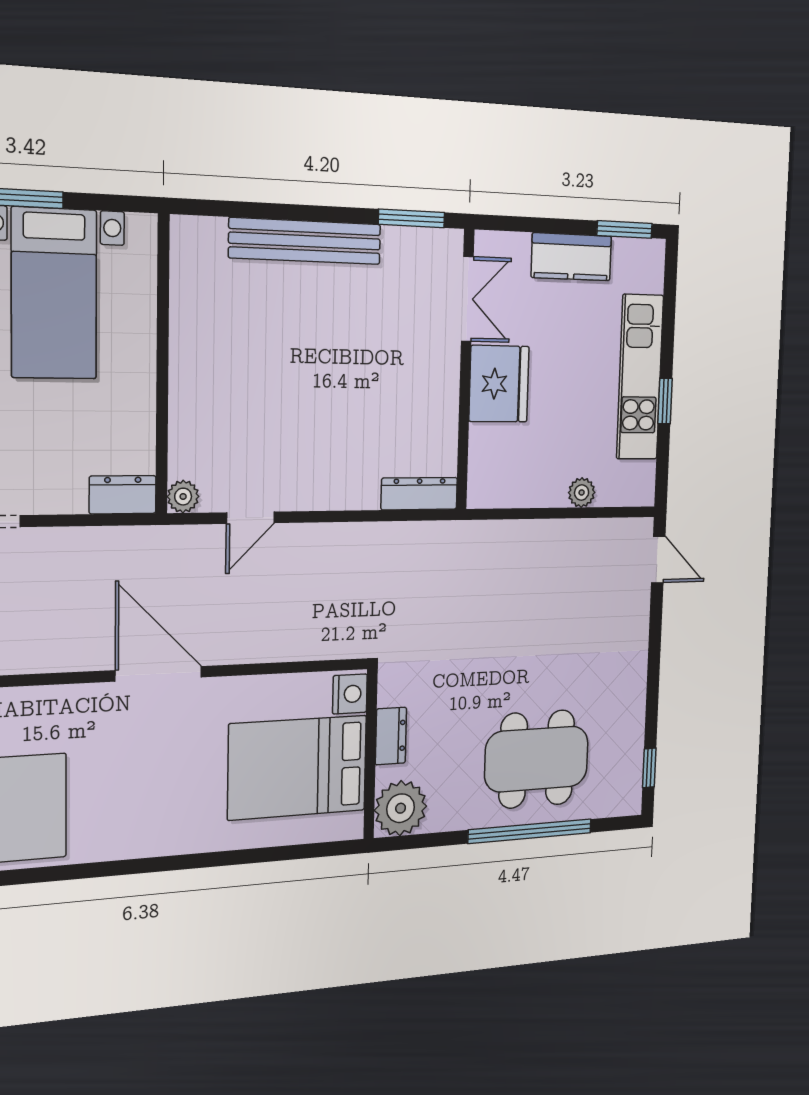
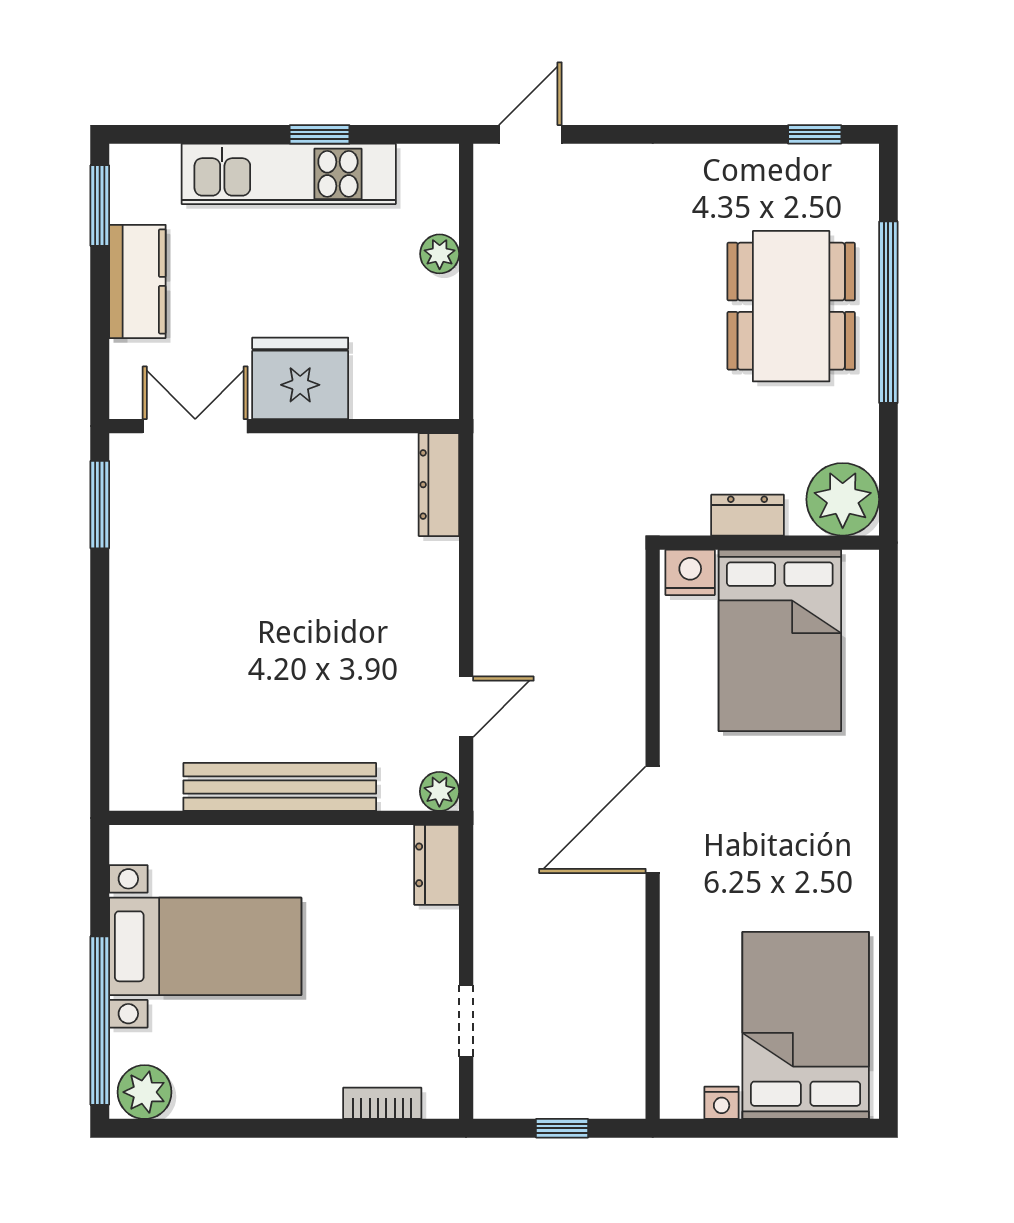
bench: (305, 241) -> (280, 787), moved, turned 90
door: (250, 518) -> (466, 707), hinge flipped

